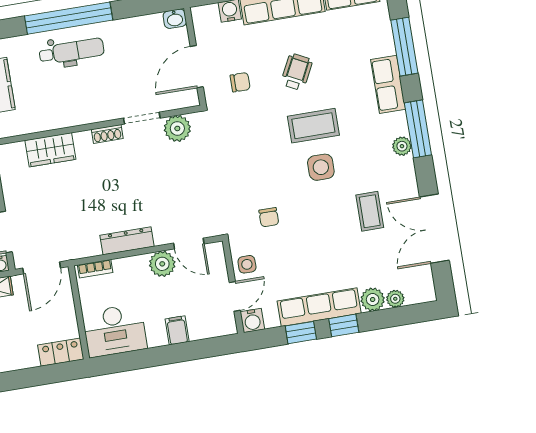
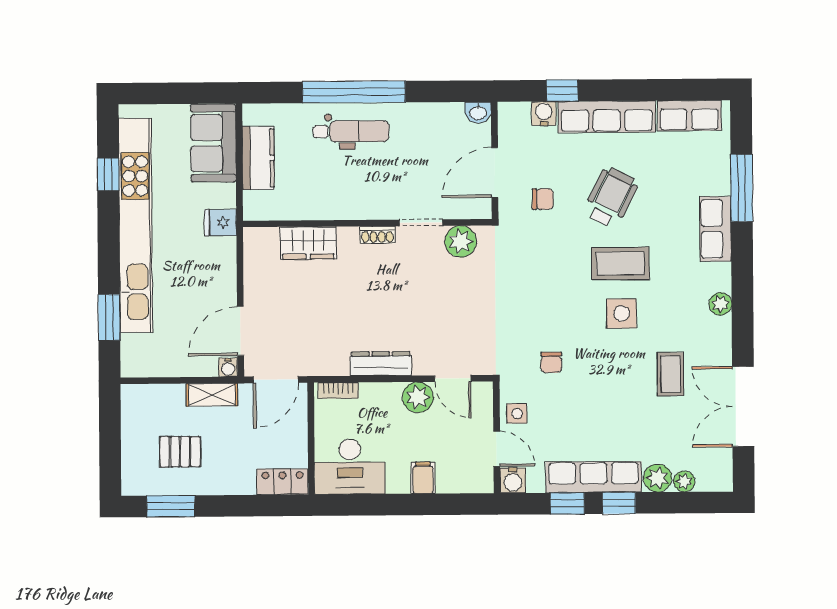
wheelchair: (297, 72) -> (611, 197), width x1.36, depth x1.37
window: (418, 129) -> (742, 287), removed
door: (235, 296) -> (497, 449), hinge flipped

